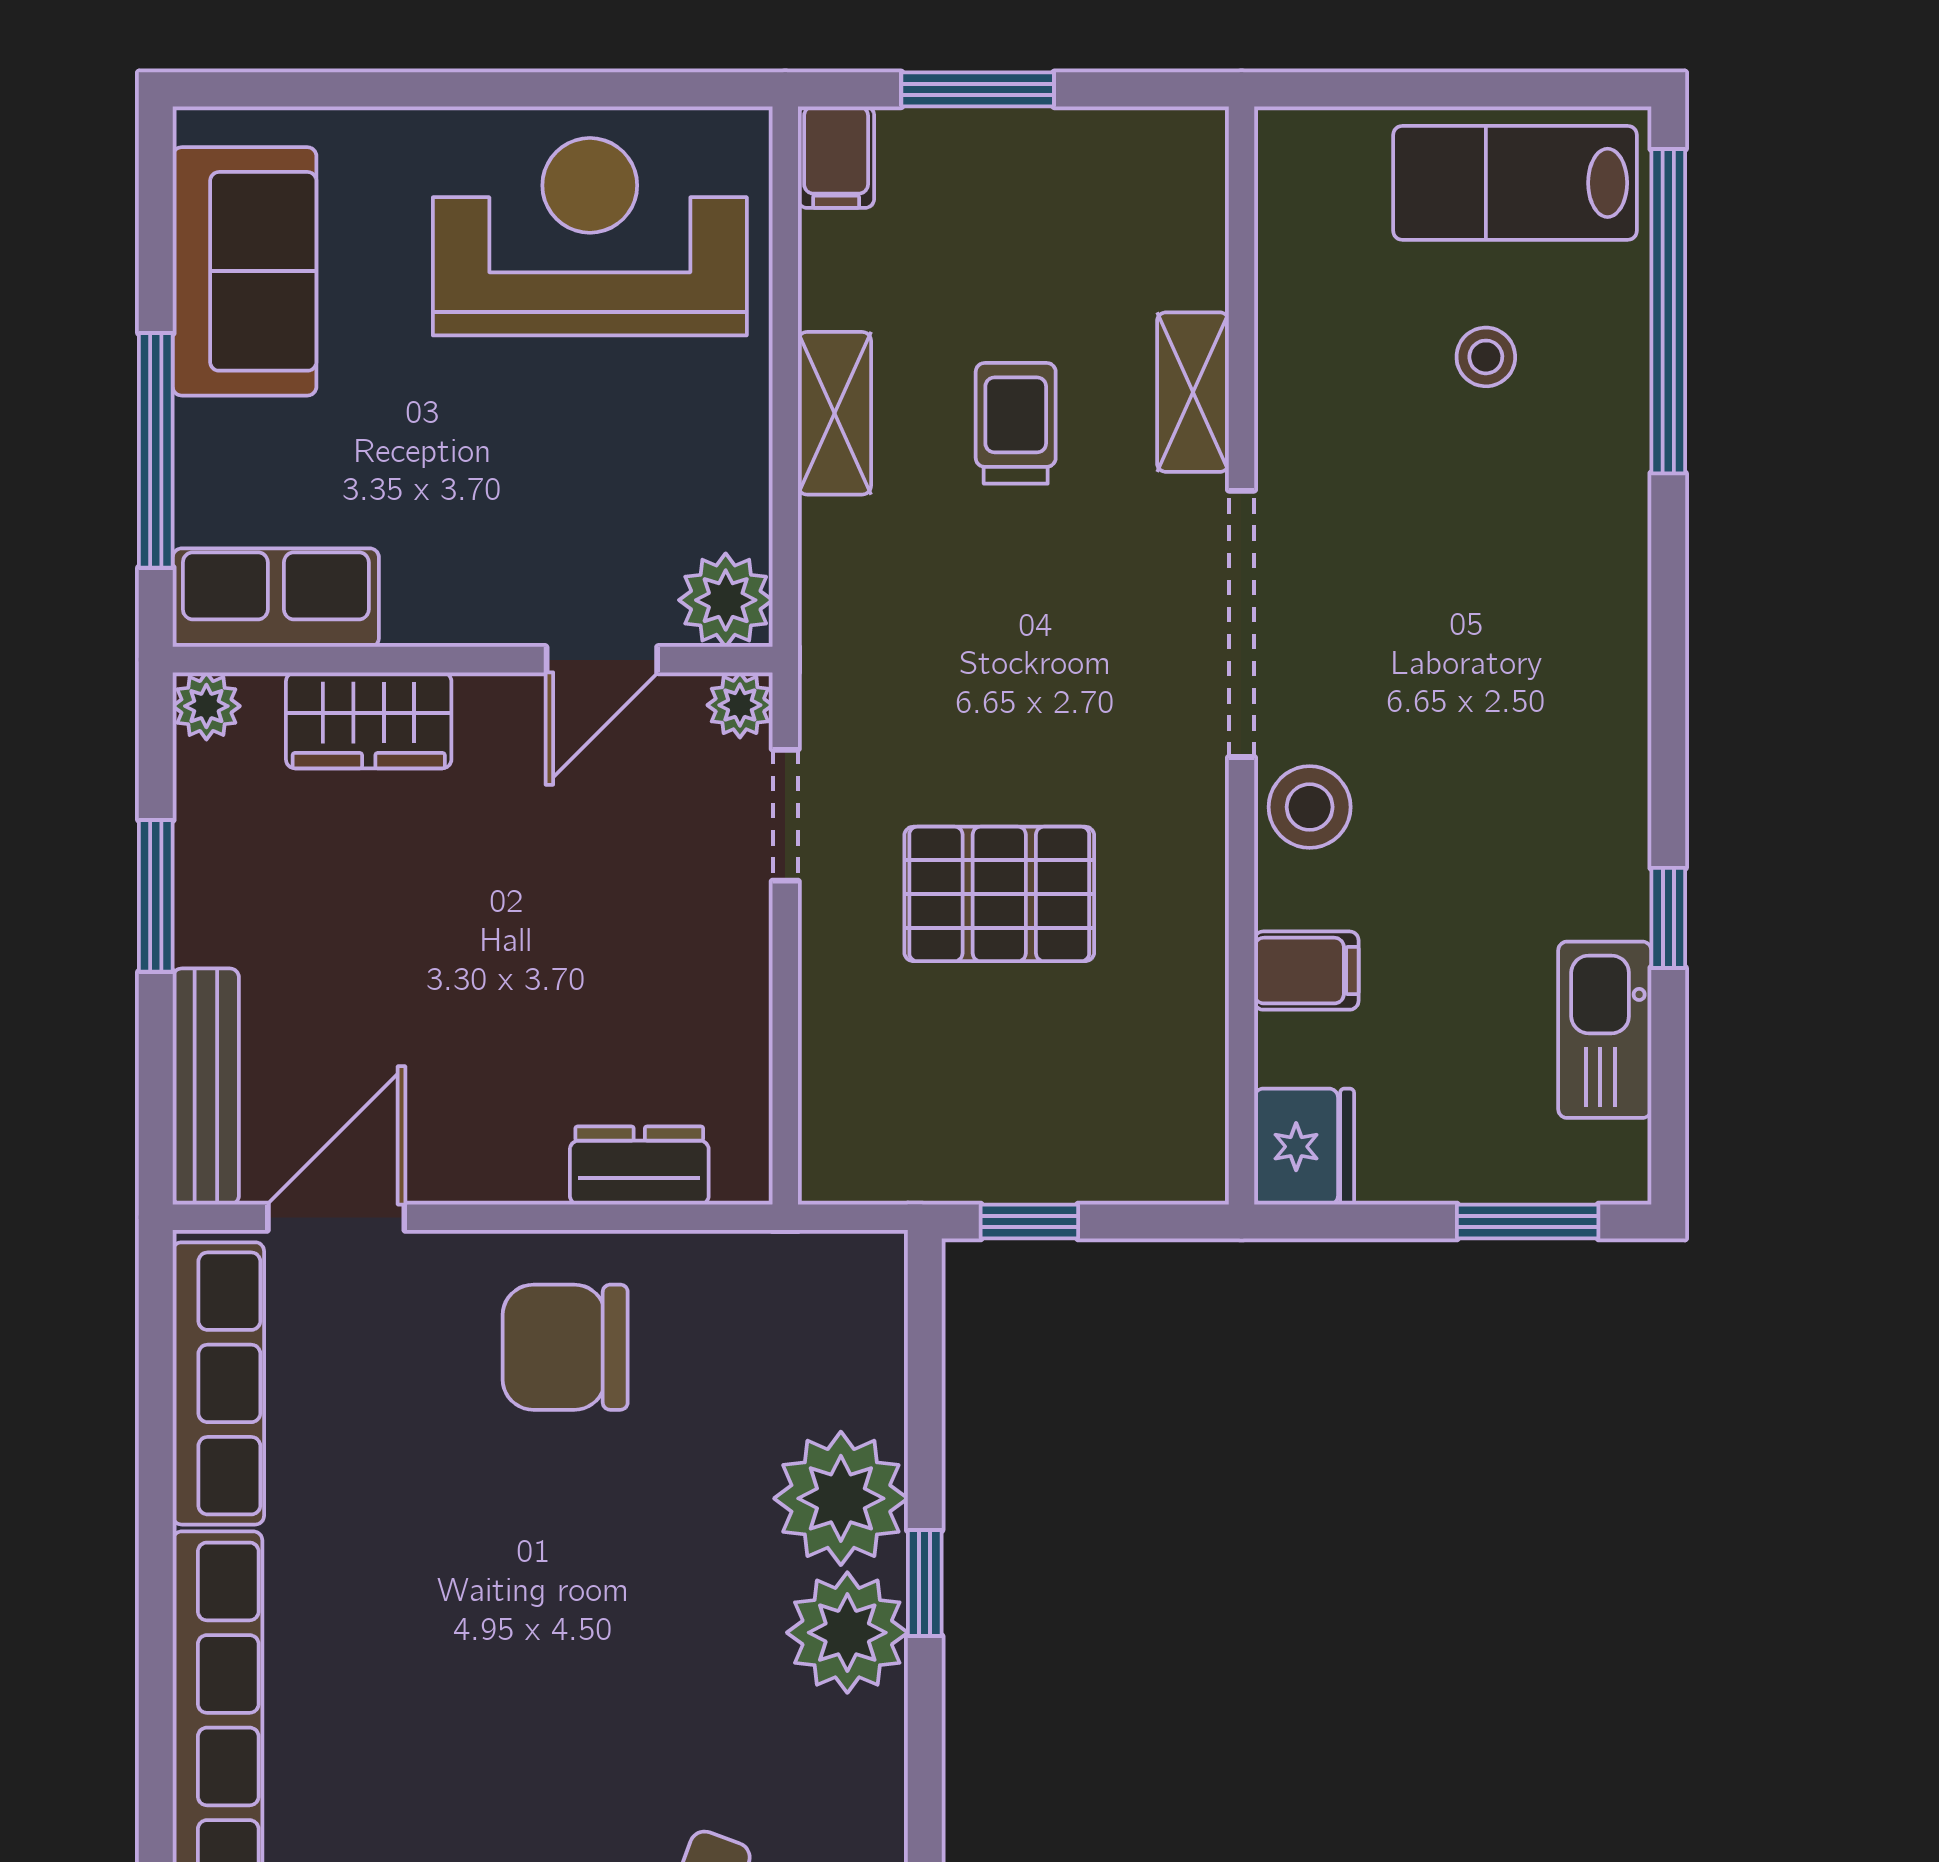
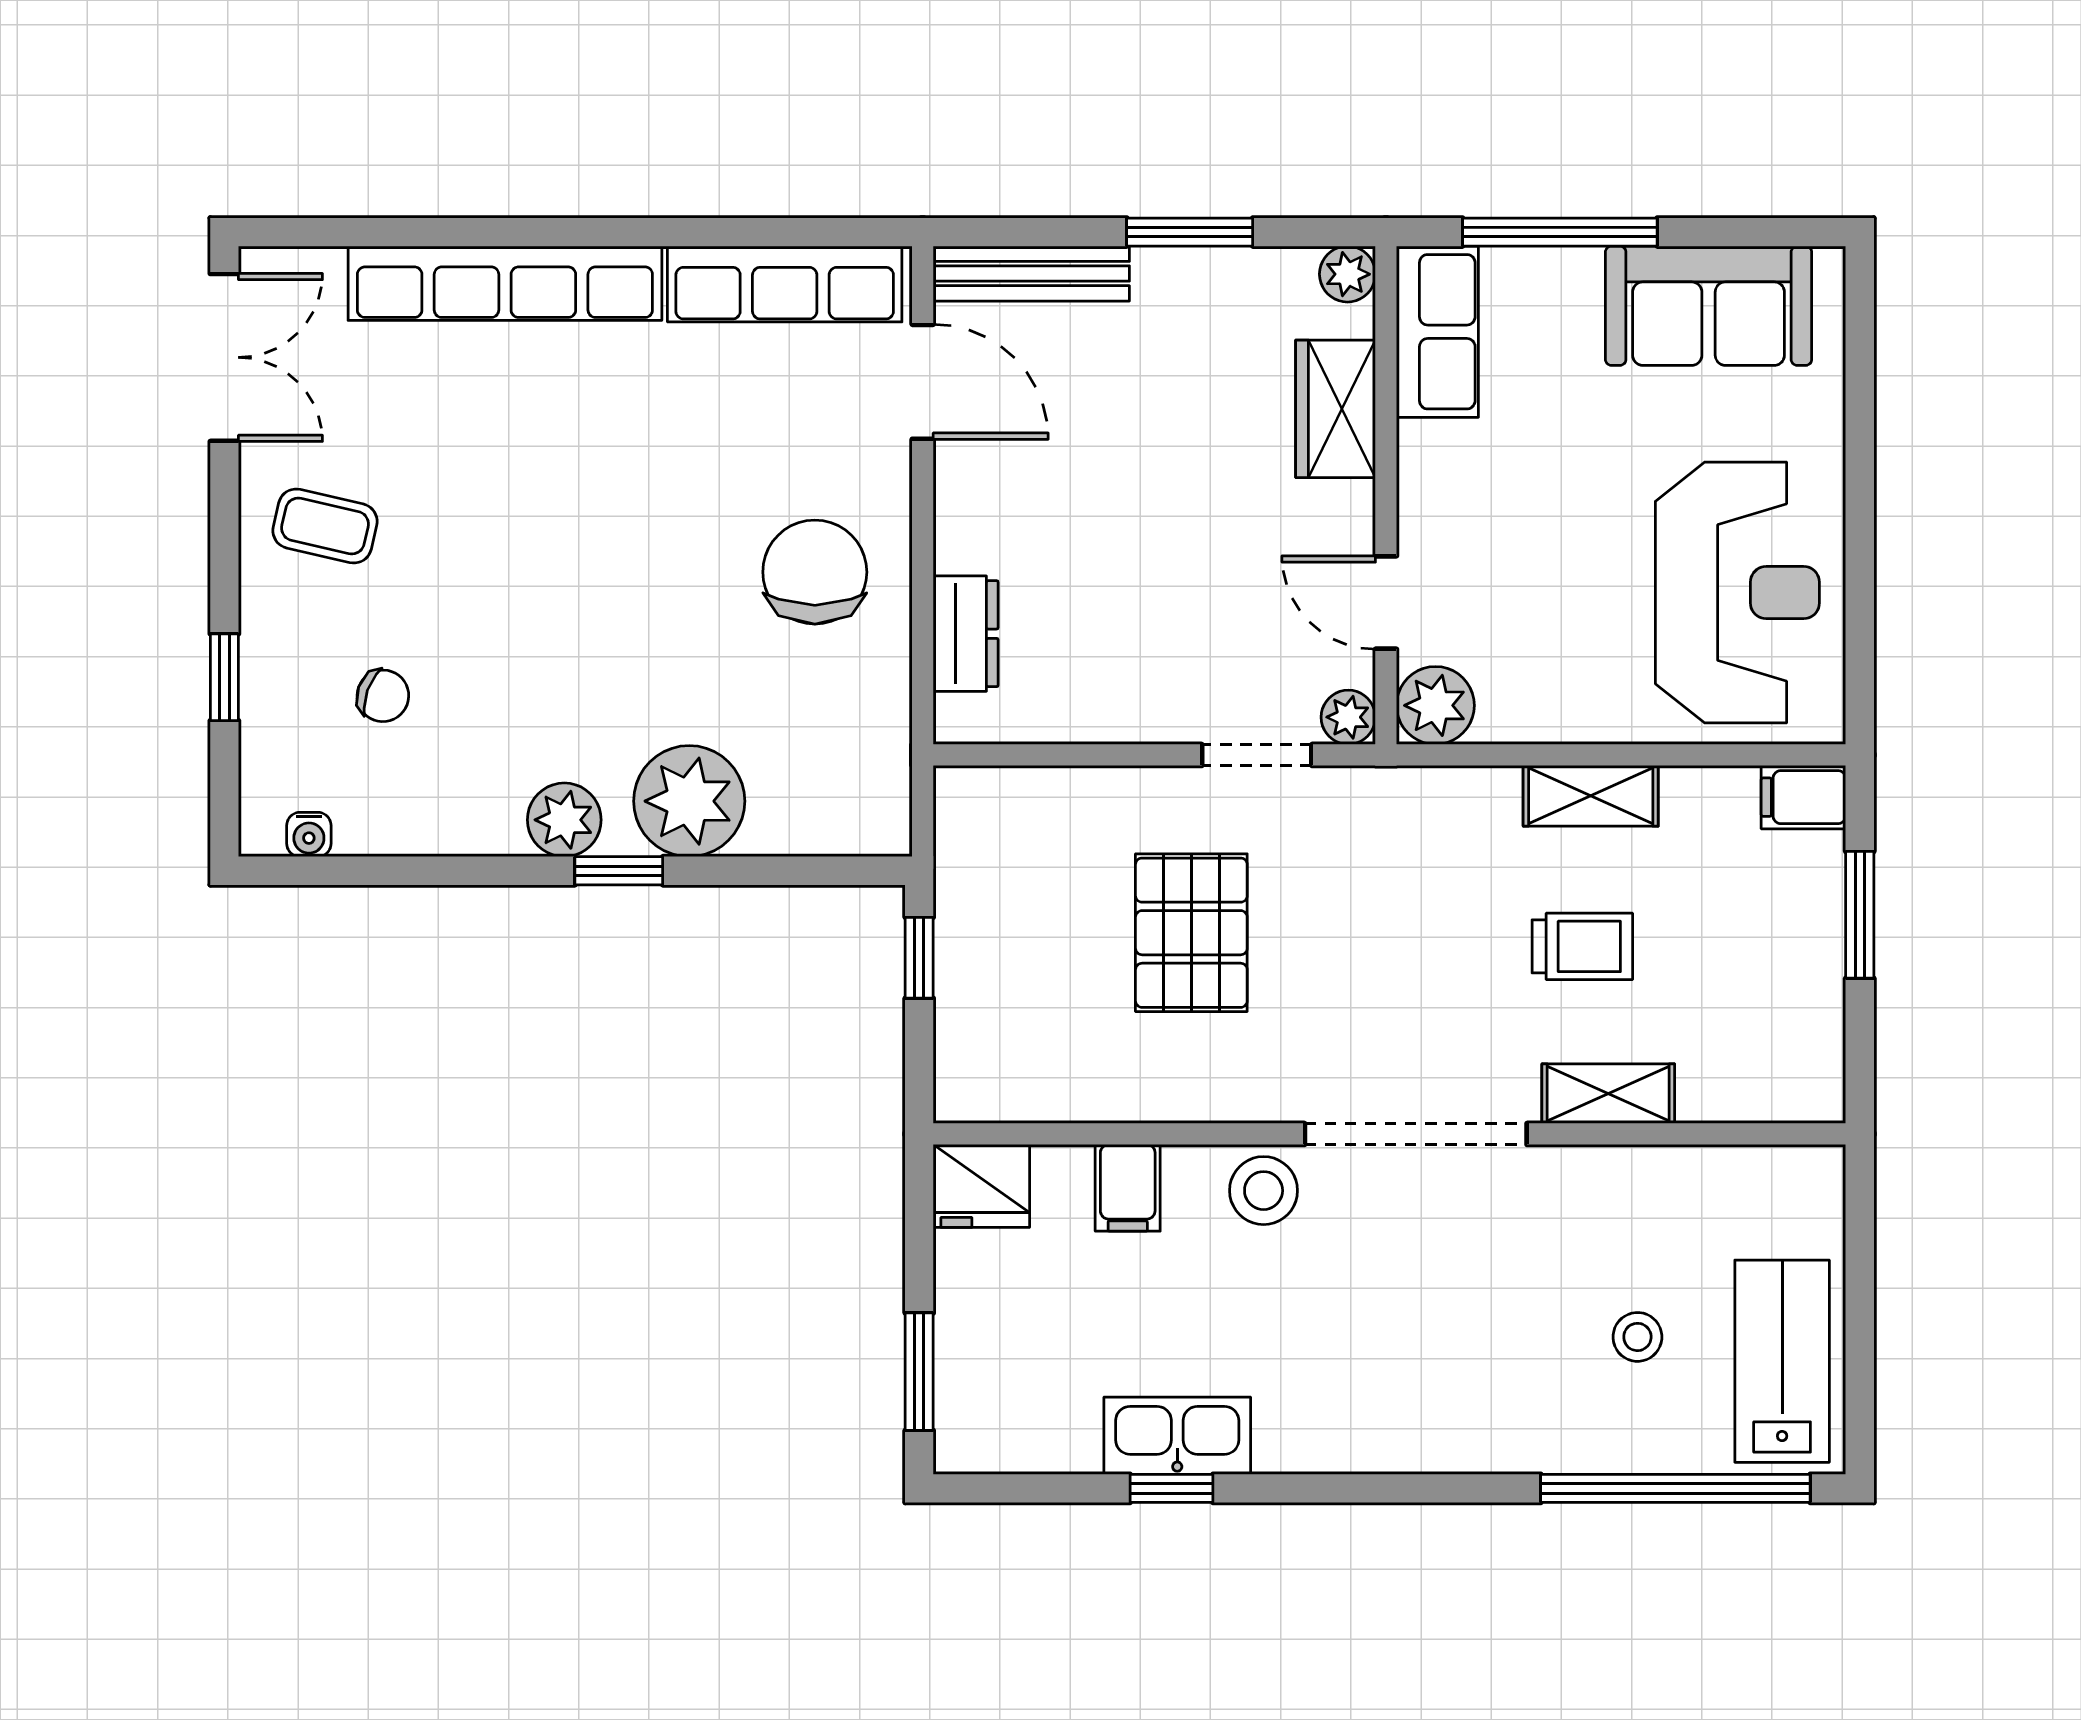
kitchen sink: (1605, 1030) -> (1177, 1436), moved
plant: (847, 1633) -> (564, 820), width x0.73, depth x0.73

